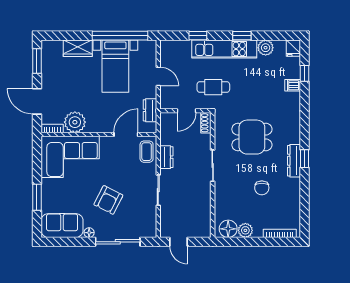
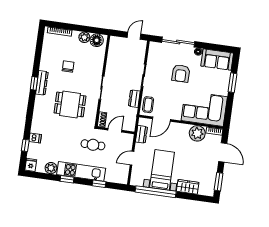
door: (158, 76) -> (132, 158), hinge flipped
armchair: (108, 200) -> (181, 73), turned 153
door: (179, 242) -> (134, 36), hinge flipped

